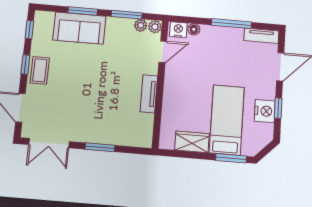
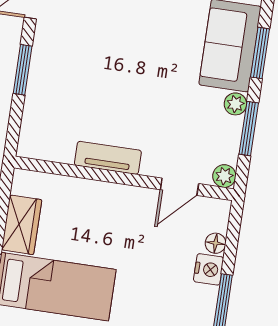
plant: (141, 25) -> (235, 104), moved
nightstand: (178, 30) -> (209, 269), moved
door: (163, 52) -> (179, 187), hinge flipped

